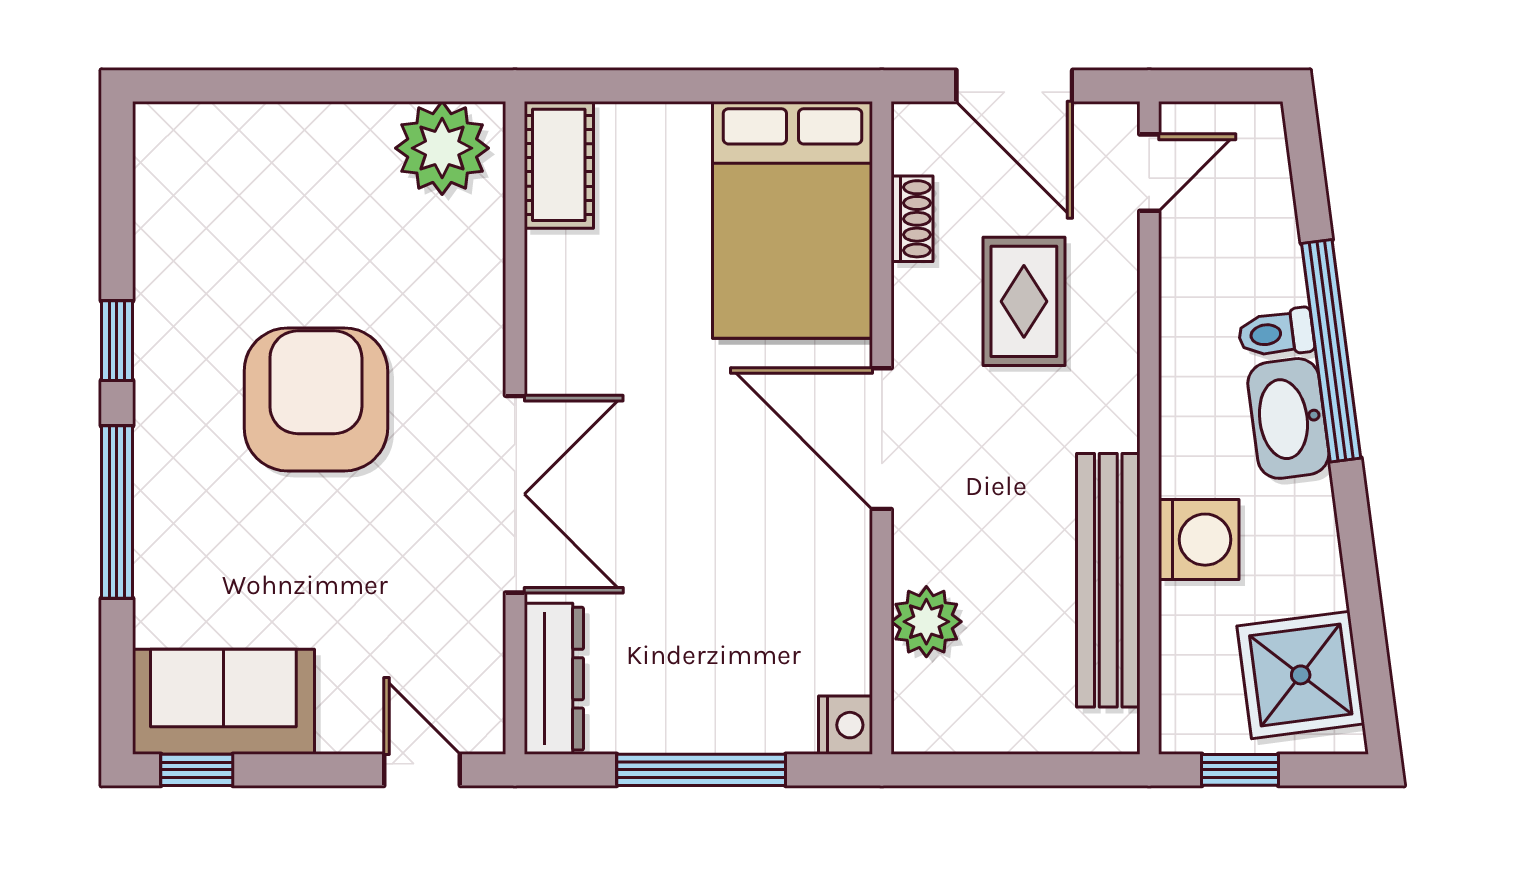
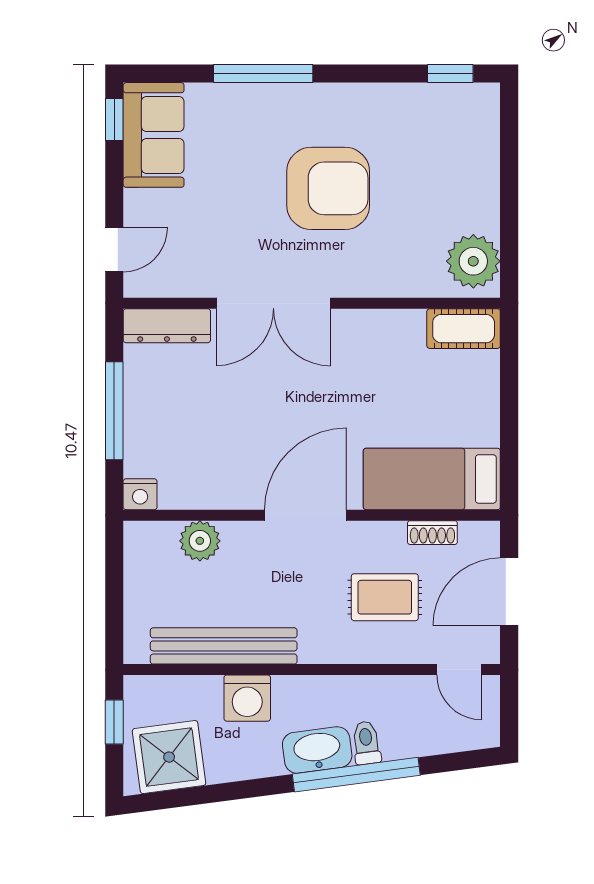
bed: (792, 220) -> (432, 479), width x0.67
window: (117, 341) -> (450, 74), moved

